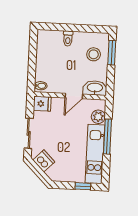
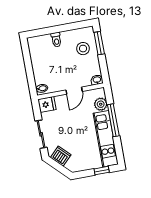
washbasin: (95, 88) -> (97, 80), width x0.52, depth x0.69

